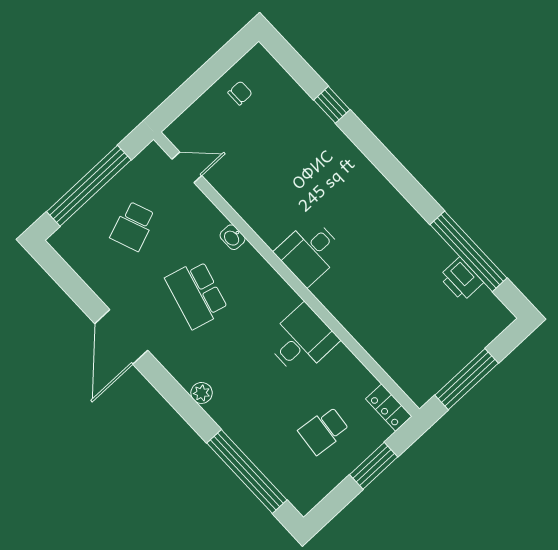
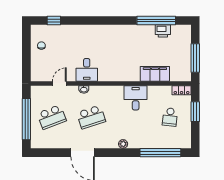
window: (332, 105) -> (54, 21), moved
door: (187, 167) -> (59, 83), moved
school desk: (133, 226) -> (52, 117), width x1.85
desk: (309, 252) -> (87, 70), moved
school desk: (197, 294) -> (91, 117), turned -33
filing cabinet: (374, 335) -> (155, 74), added

